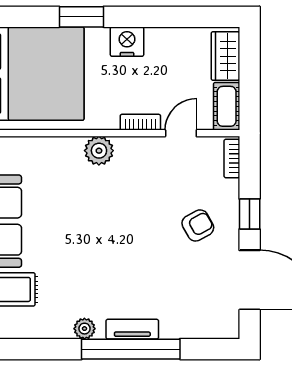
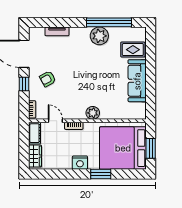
door: (181, 133) -> (55, 121), swing flipped
plant: (84, 329) -> (99, 36), width x1.87, depth x1.87
tv unit: (132, 329) -> (57, 31), moved
window: (131, 349) -> (109, 22), moved

